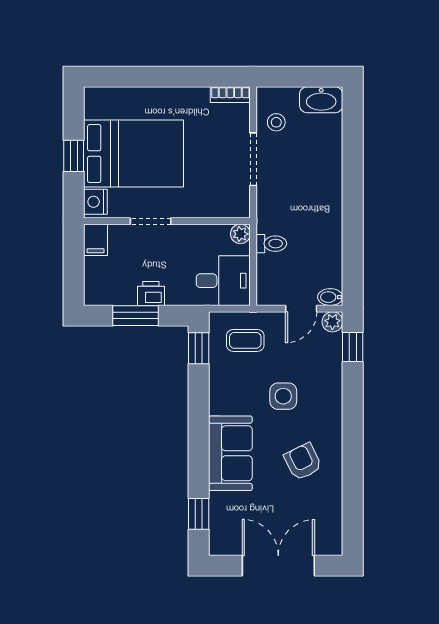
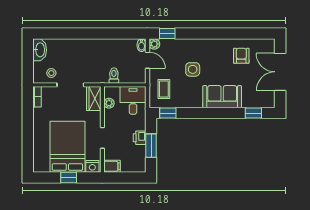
wardrobe: (227, 204) -> (94, 99), added
plant: (240, 234) -> (109, 103), moved
armchair: (303, 462) -> (241, 56), moved, turned 116

